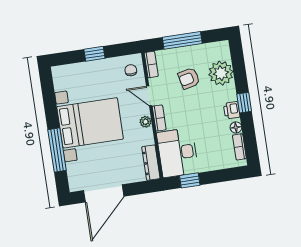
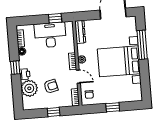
window: (182, 40) -> (54, 112), width x0.46
printer: (232, 110) -> (25, 74), moved
desk: (178, 153) -> (50, 35), moved, turned -90

